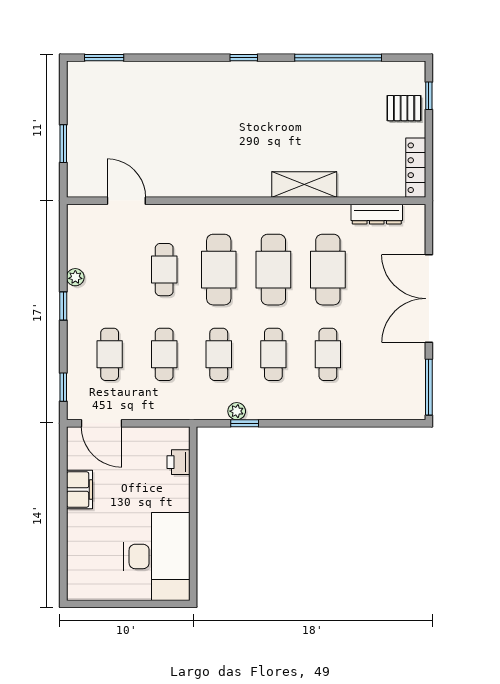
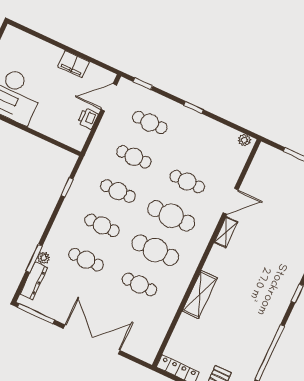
shelving: (207, 188) -> (226, 232), added
door: (126, 201) -> (231, 201), moved
dresser: (377, 214) -> (34, 281), moved, turned 180
cafe table: (328, 270) -> (139, 284), width x0.73, depth x0.74
plant: (75, 277) -> (244, 140), moved
plant: (237, 411) -> (44, 258), moved
window: (358, 423) -> (34, 258), added
printer: (178, 462) -> (88, 118), moved, turned -90

